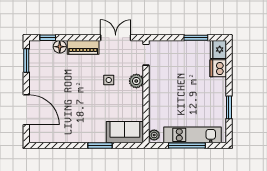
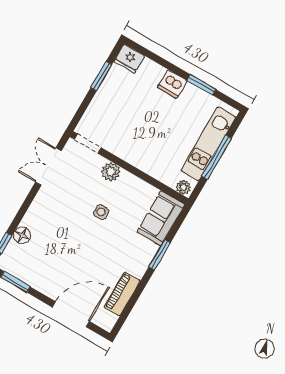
piano: (83, 47) -> (122, 294), moved, turned 180
dishwasher: (218, 68) -> (172, 84), moved
side table: (109, 80) -> (101, 212), moved

